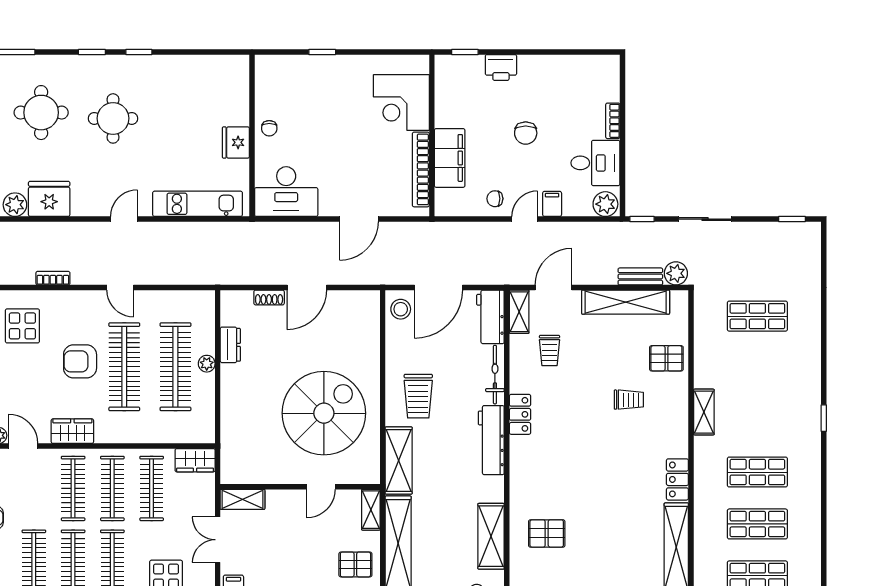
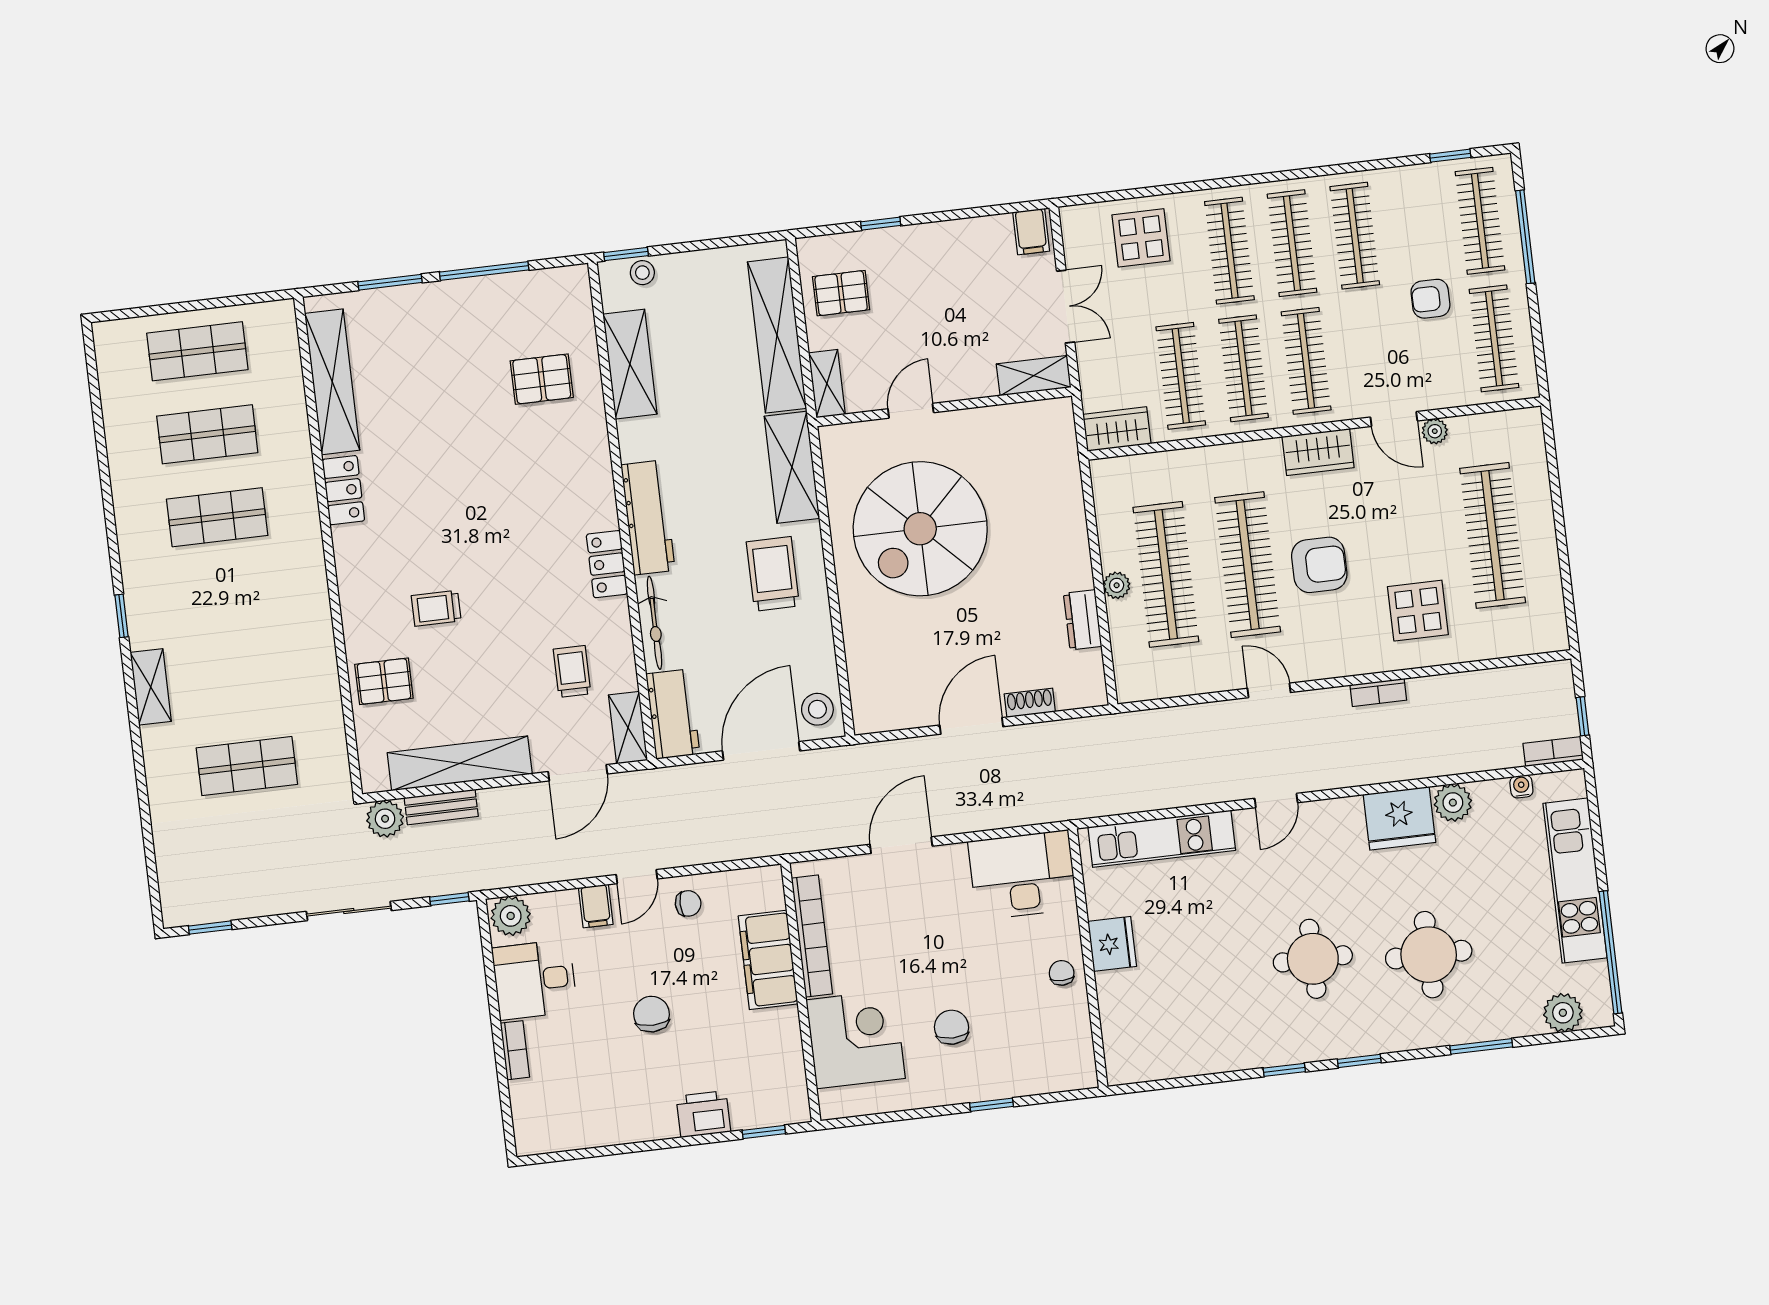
chair: (341, 103) -> (951, 1027), added
shelving: (704, 412) -> (151, 687), moved

